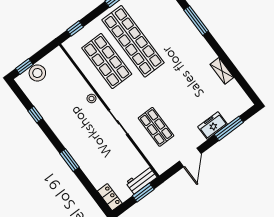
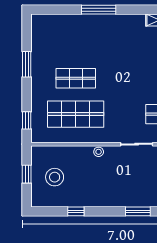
shop shelf: (133, 41) -> (76, 78), width x0.50, depth x0.74
window: (24, 66) -> (27, 174), moved
stool: (37, 73) -> (55, 177), moved

